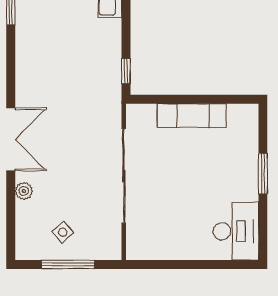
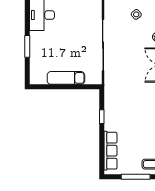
window: (126, 71) -> (102, 117), moved

